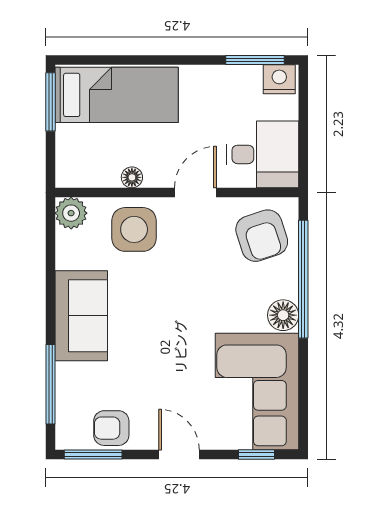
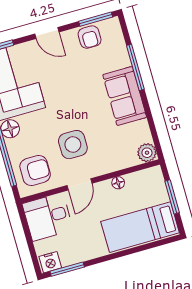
window: (51, 102) -> (172, 197), moved
side table: (134, 229) -> (73, 145), moved
armchair: (262, 236) -> (35, 171), turned 108
window: (51, 384) -> (135, 67), moved
armchair: (111, 428) -> (90, 37), turned 90

